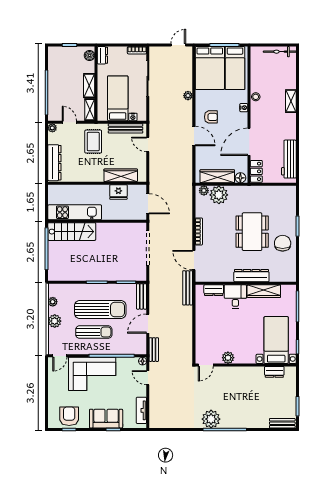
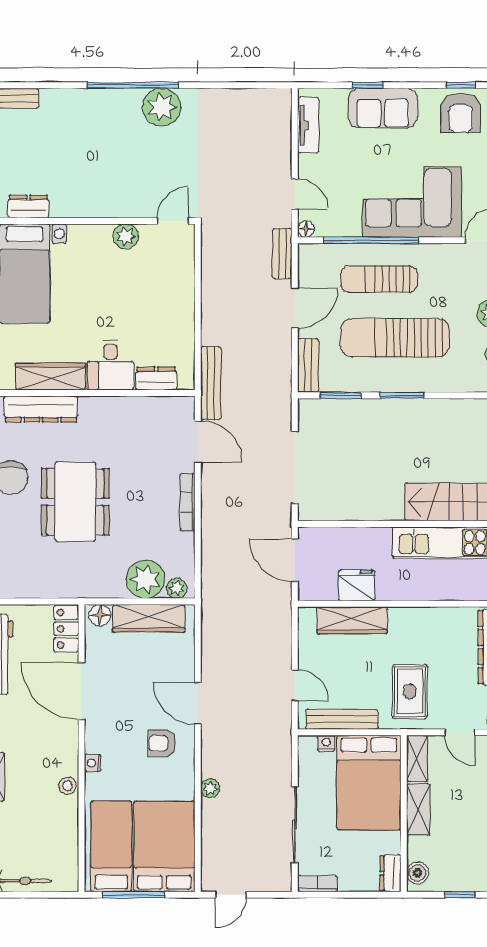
bed: (118, 98) -> (369, 783), width x1.50
door: (249, 142) -> (81, 691), swing flipped
dresser: (251, 276) -> (41, 409), moved
sun lounger: (94, 332) -> (379, 279), moved

